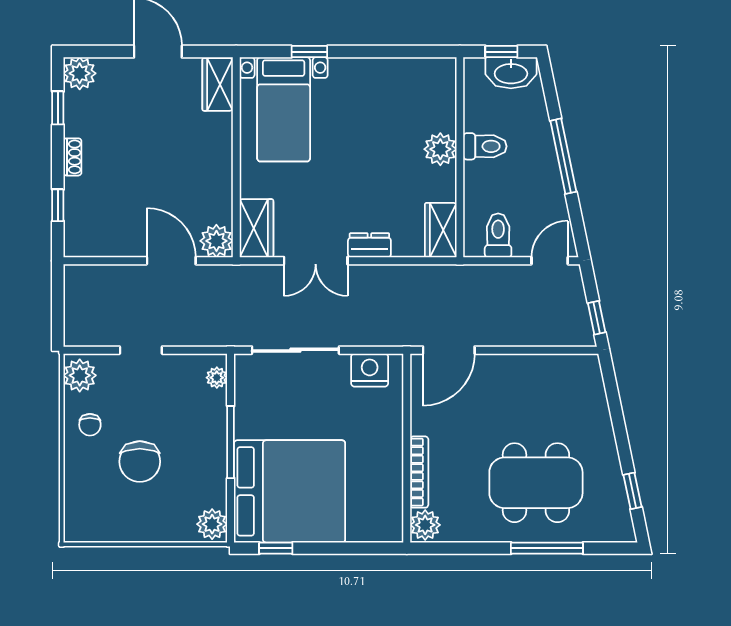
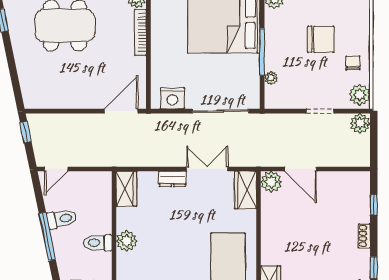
toilet: (498, 235) -> (62, 219), moved, turned -102
plant: (79, 331) -> (360, 123), added
plant: (217, 378) -> (271, 78), moved
chair: (140, 462) -> (321, 39), turned 90

